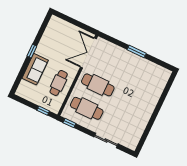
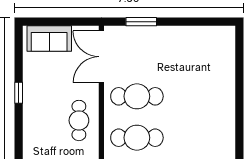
window: (137, 52) -> (141, 22), moved
sofa: (35, 69) -> (49, 39), moved, turned 90

